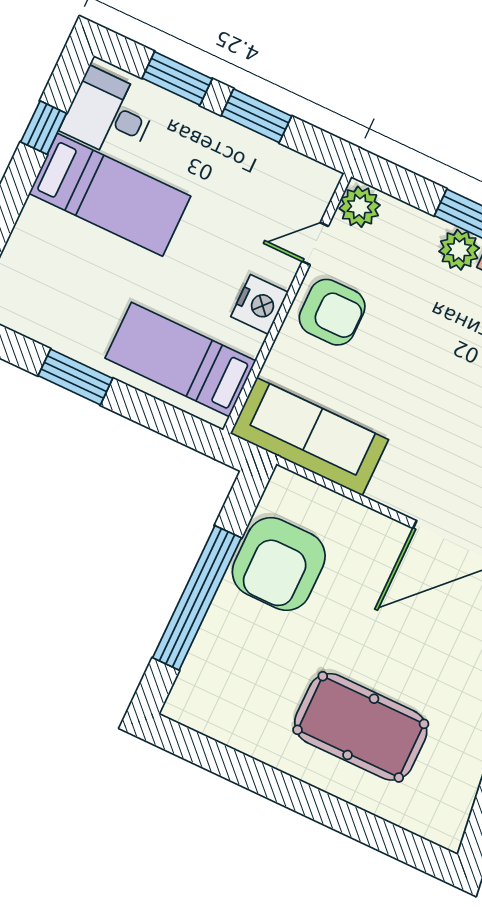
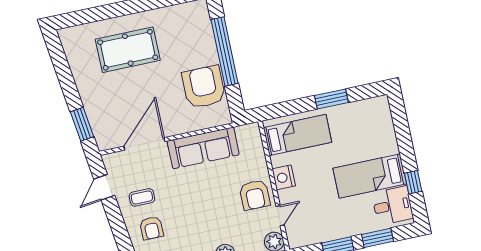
armchair: (332, 312) -> (255, 195), turned -90
sofa: (309, 437) -> (203, 148), moved

